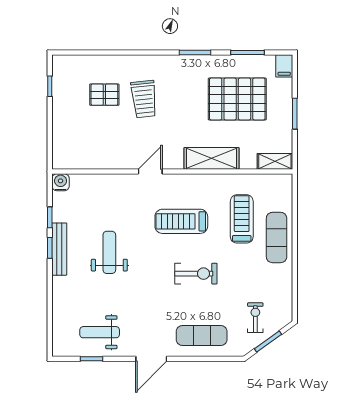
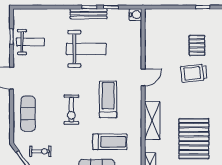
door: (150, 171) -> (143, 78), hinge flipped
weight bench: (109, 252) -> (86, 49), width x1.36, depth x1.33
weight bench: (100, 332) -> (30, 42), turned 90

